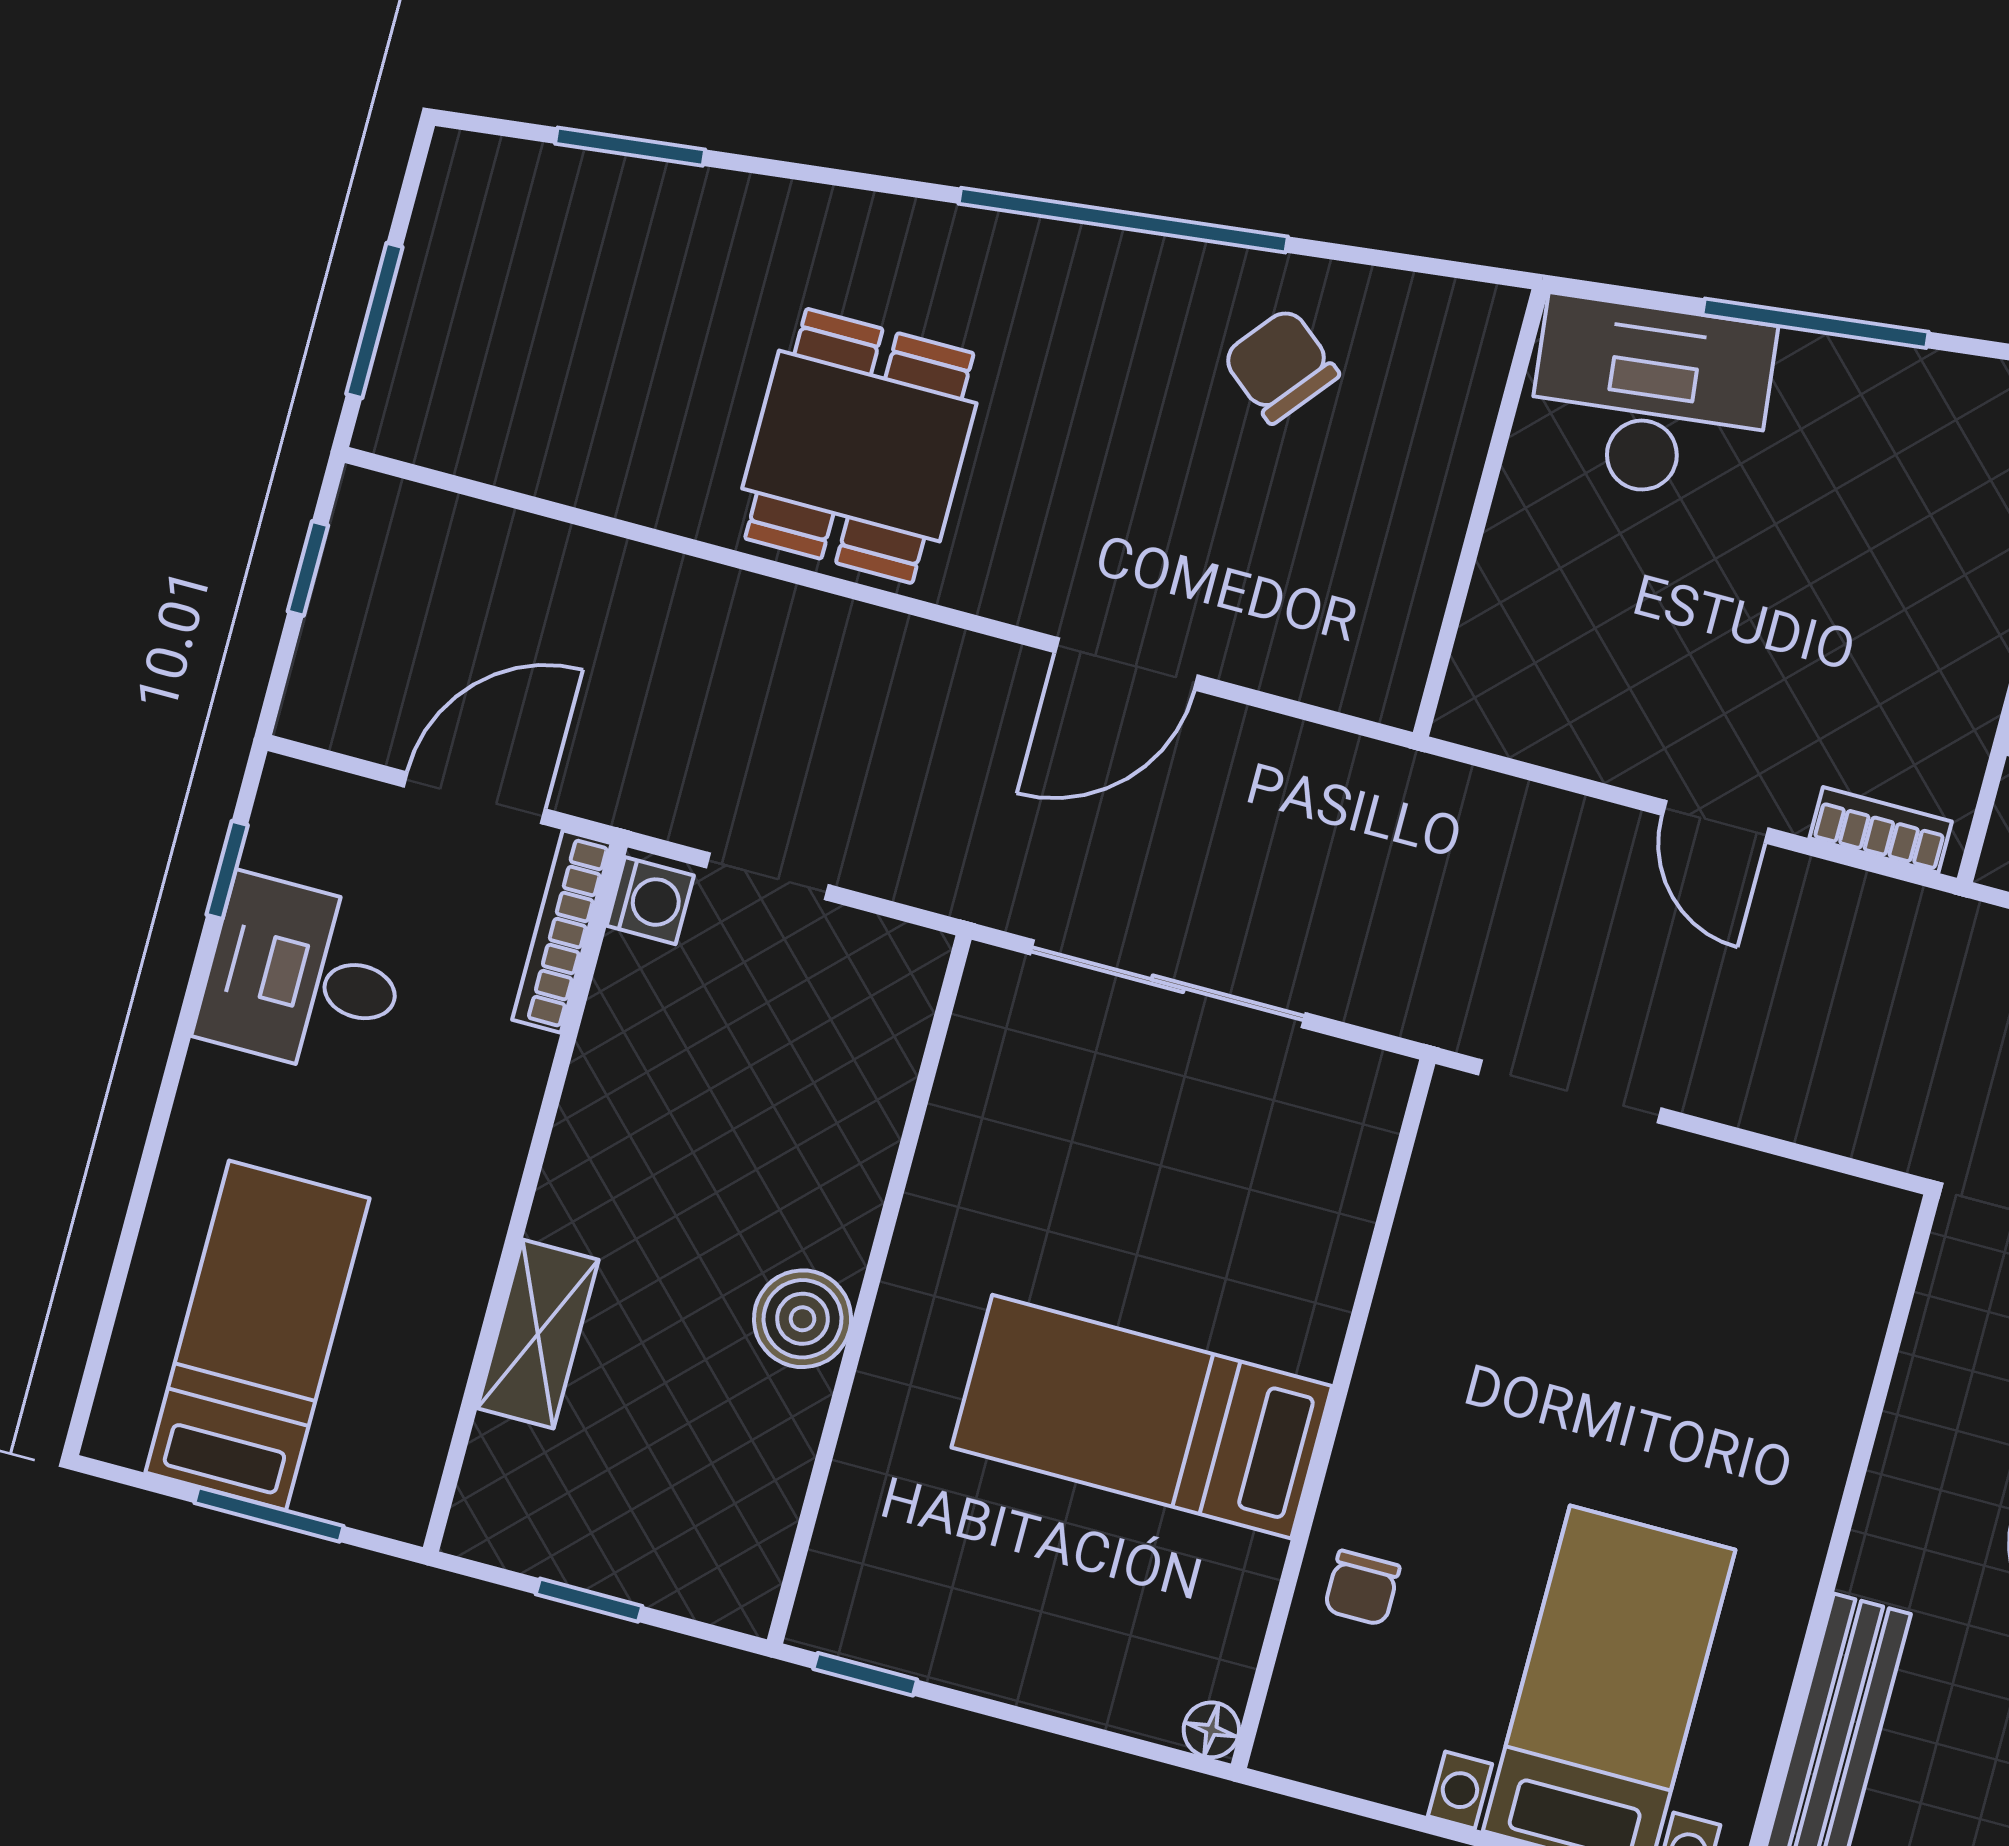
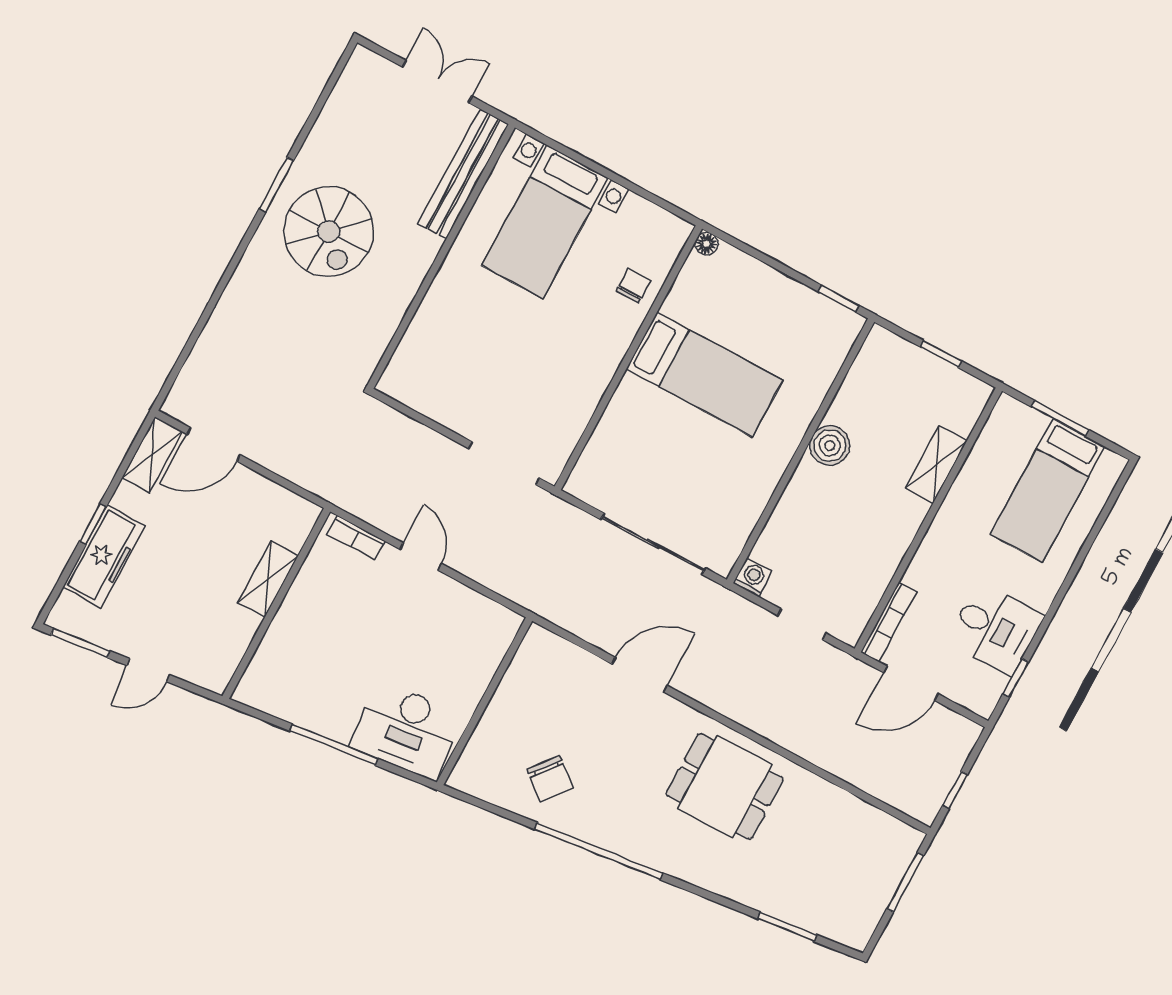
dining table: (859, 446) -> (725, 786), turned 90
washing machine: (650, 901) -> (753, 577), moved, turned 90

